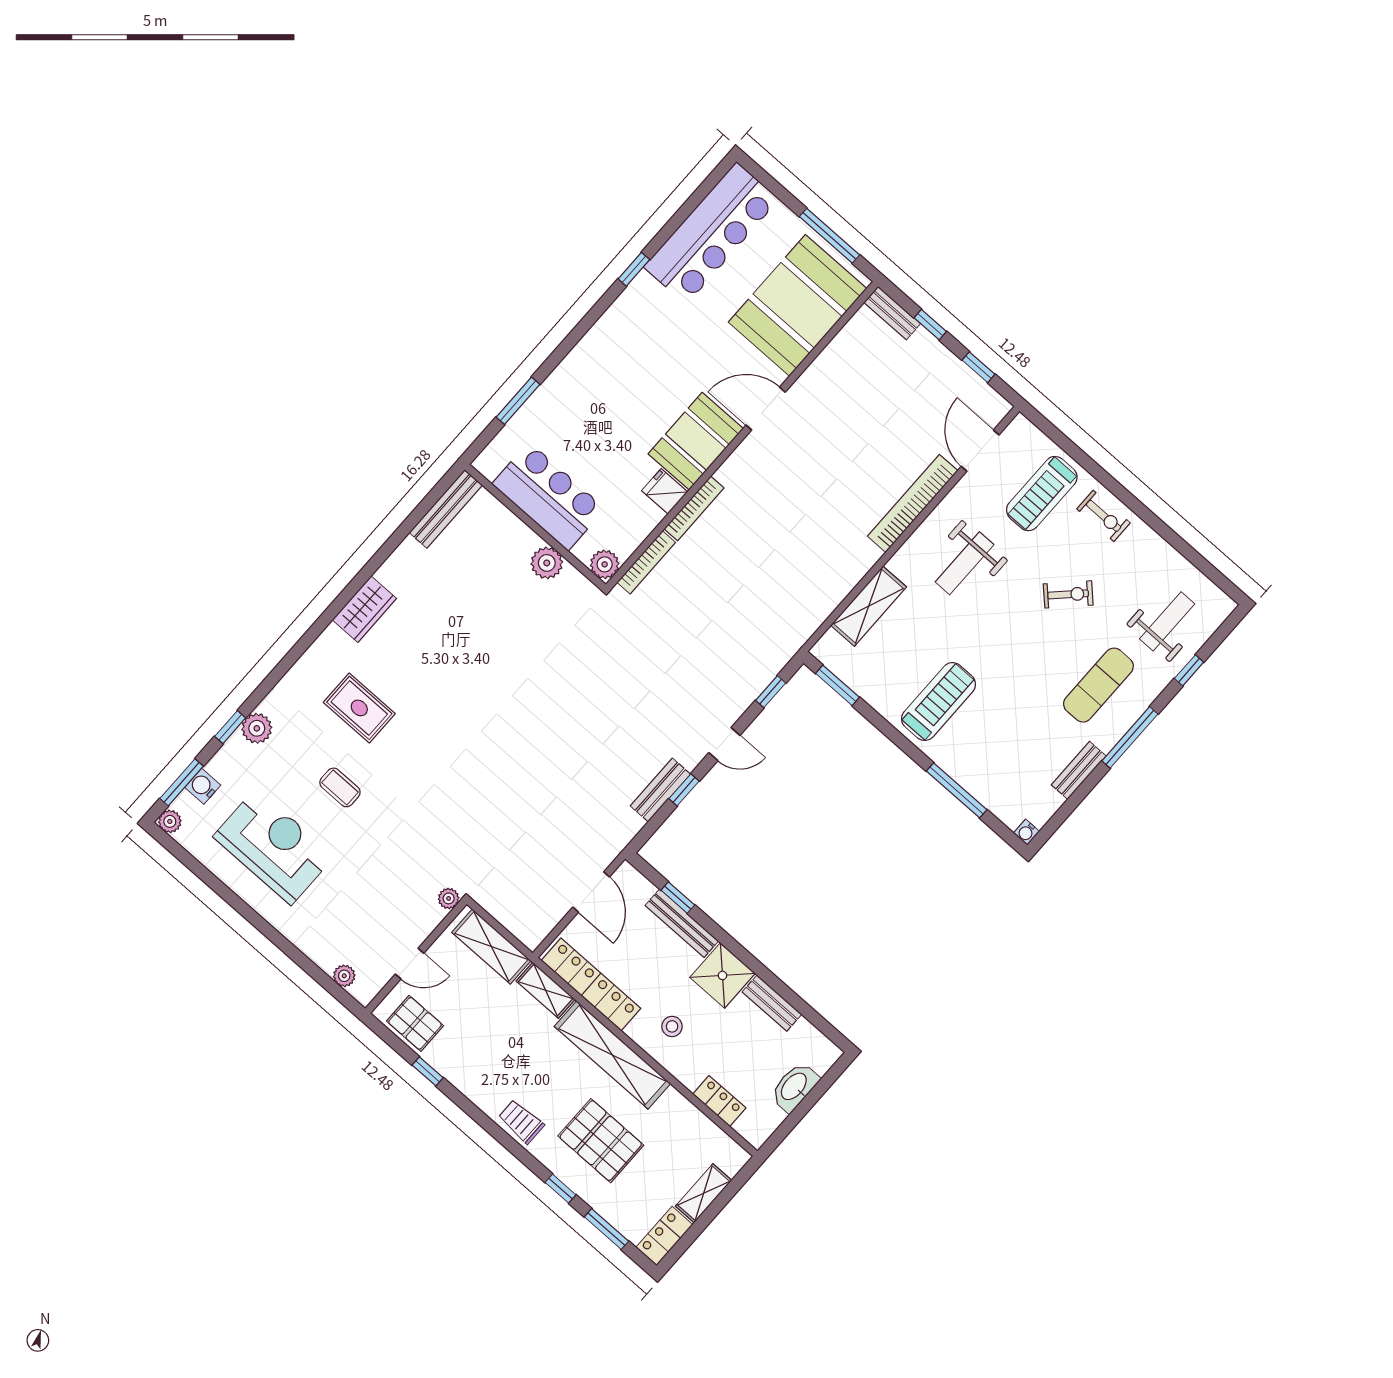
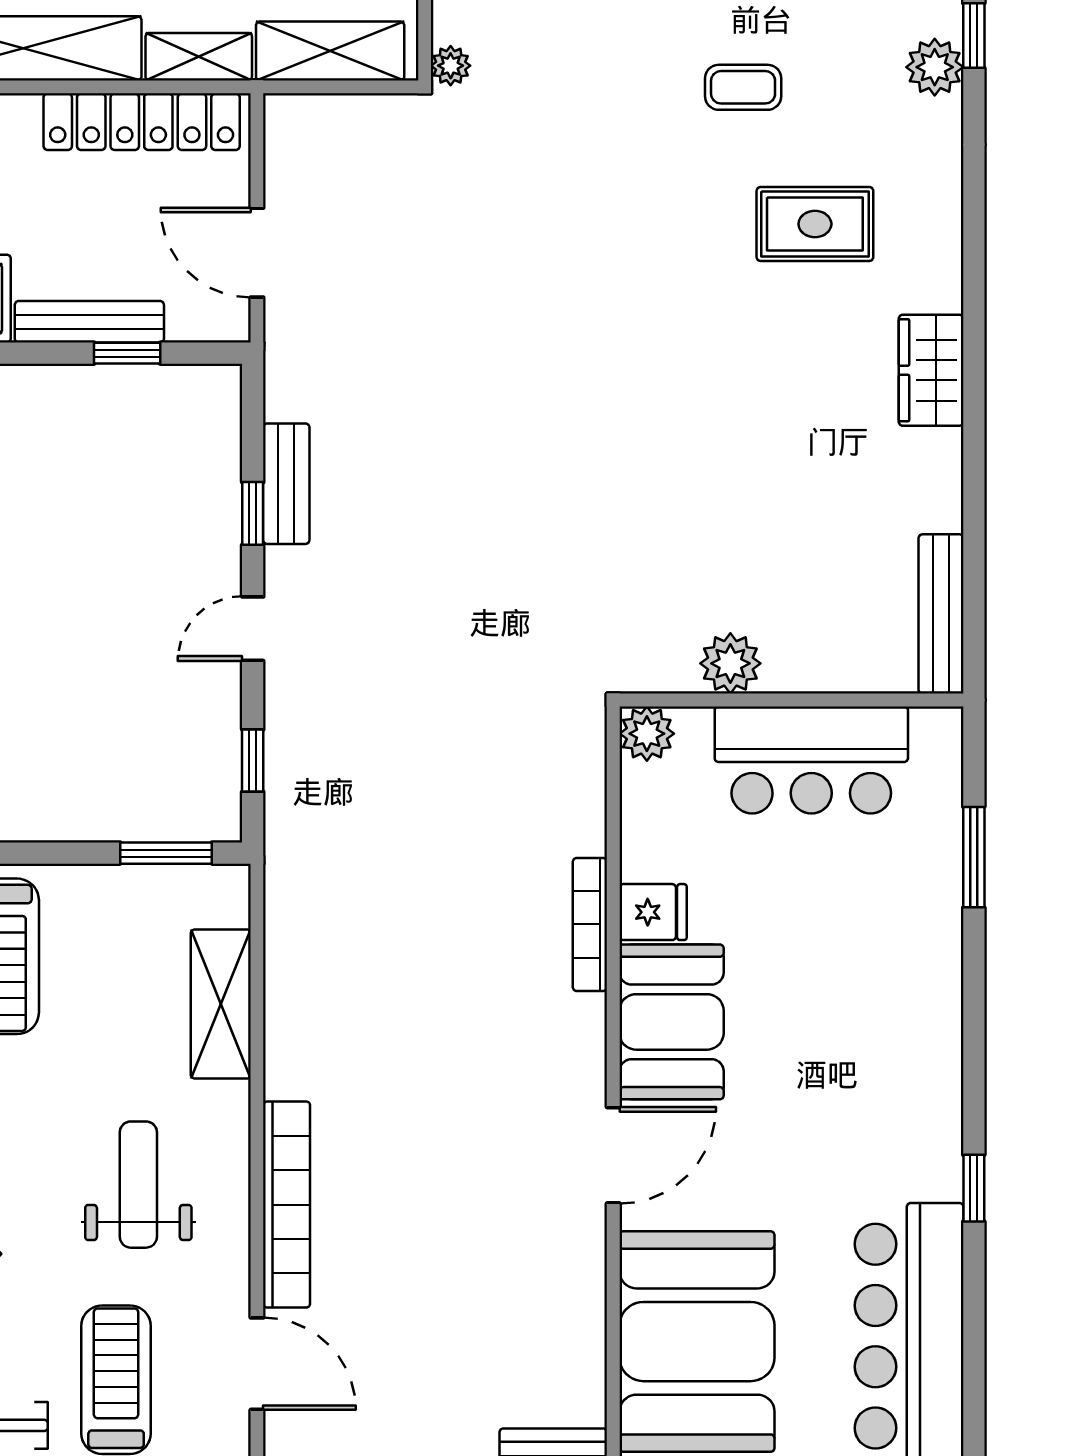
bookcase: (646, 562) -> (590, 789), removed

